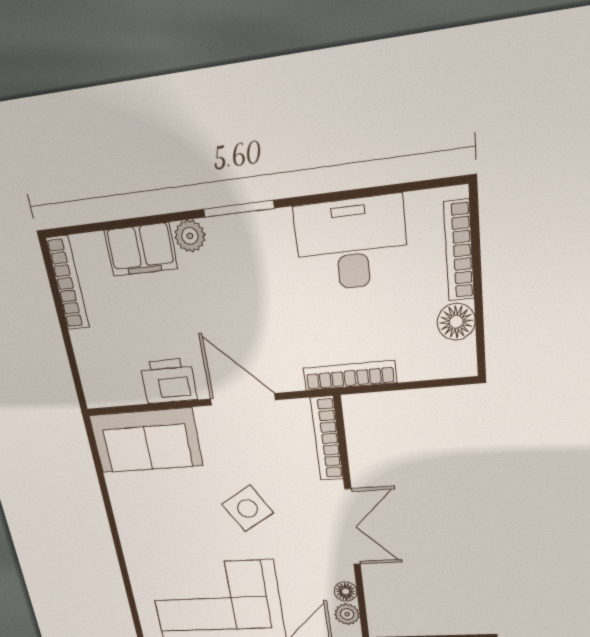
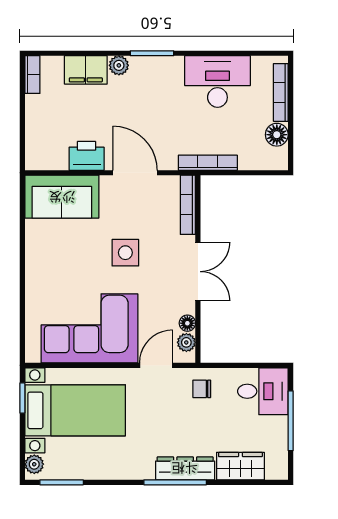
bookcase: (68, 283) -> (32, 75), width x0.64
side table: (248, 508) -> (125, 253), turned 31

